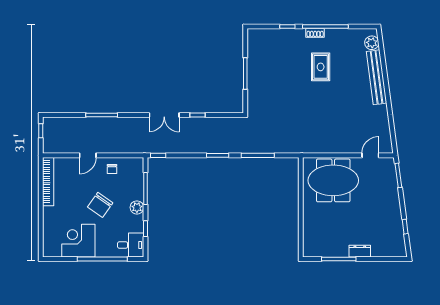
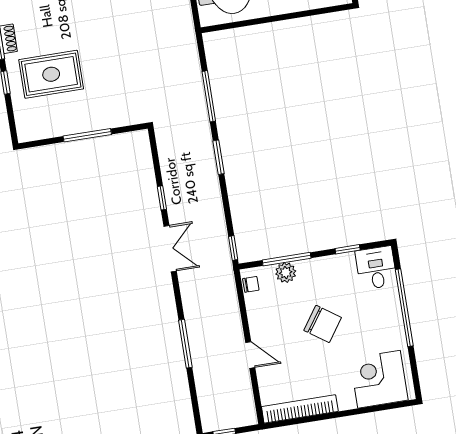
rug: (321, 67) -> (51, 74), moved, width x1.36, depth x1.43
chair: (112, 169) -> (251, 284), moved
plant: (137, 207) -> (286, 273), moved
corner desk: (78, 241) -> (379, 379), moved, turned 90

